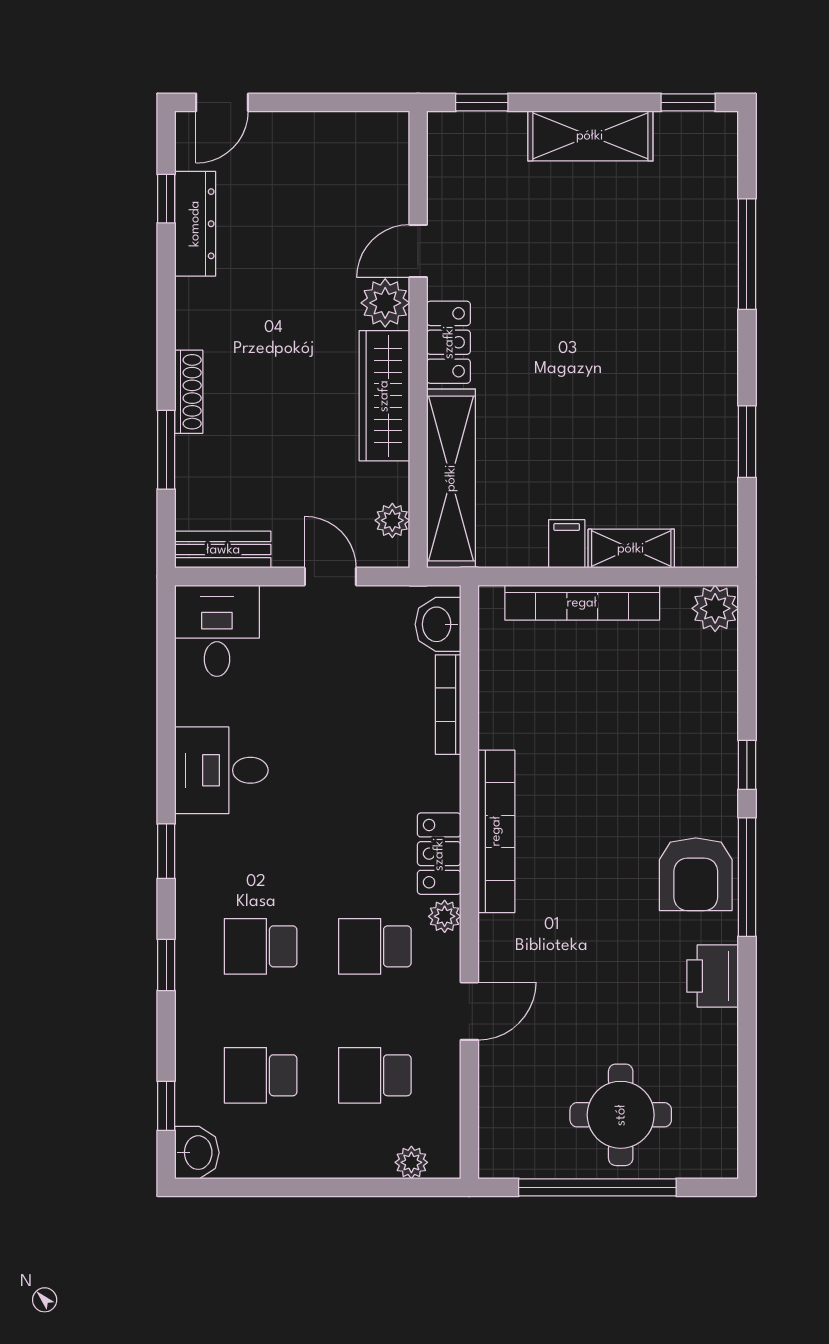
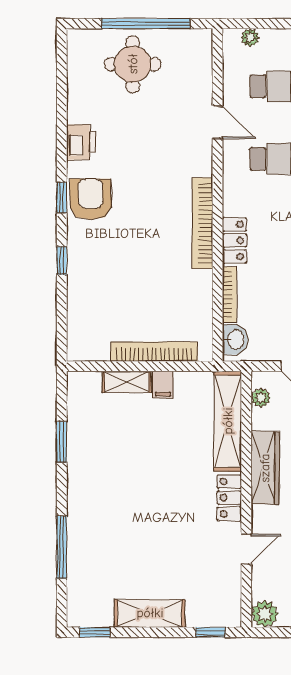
plant: (385, 303) -> (265, 614), moved
plant: (715, 608) -> (80, 348), removed
locker: (439, 854) -> (235, 240), moved
window: (747, 877) -> (62, 198), width x0.46
plant: (445, 916) -> (231, 176), removed
door: (469, 1011) -> (218, 122), swing flipped

